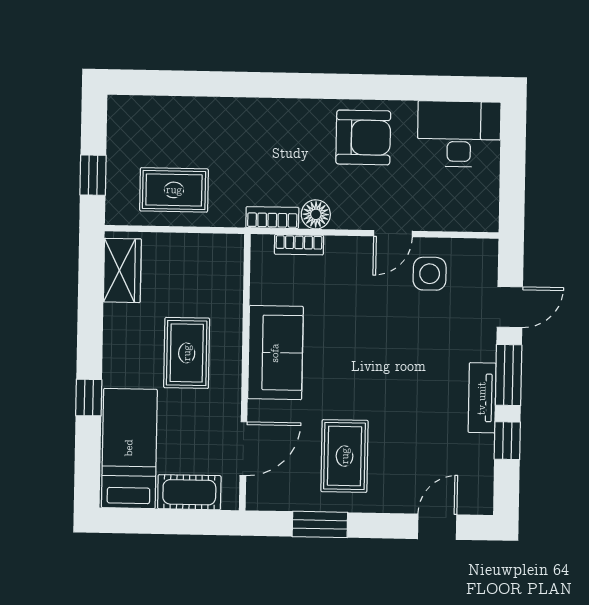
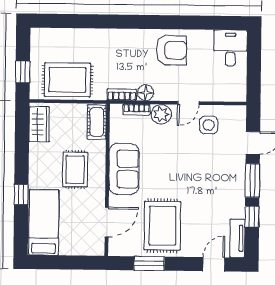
desk: (459, 134) -> (230, 48), width x0.73
rug: (174, 190) -> (67, 80), width x1.36, depth x1.43
plant: (344, 254) -> (161, 114), added
tv unit: (482, 398) -> (237, 238), moved
rug: (345, 456) -> (162, 226), width x1.36, depth x1.43
cot: (189, 492) -> (97, 122), moved, turned 90

